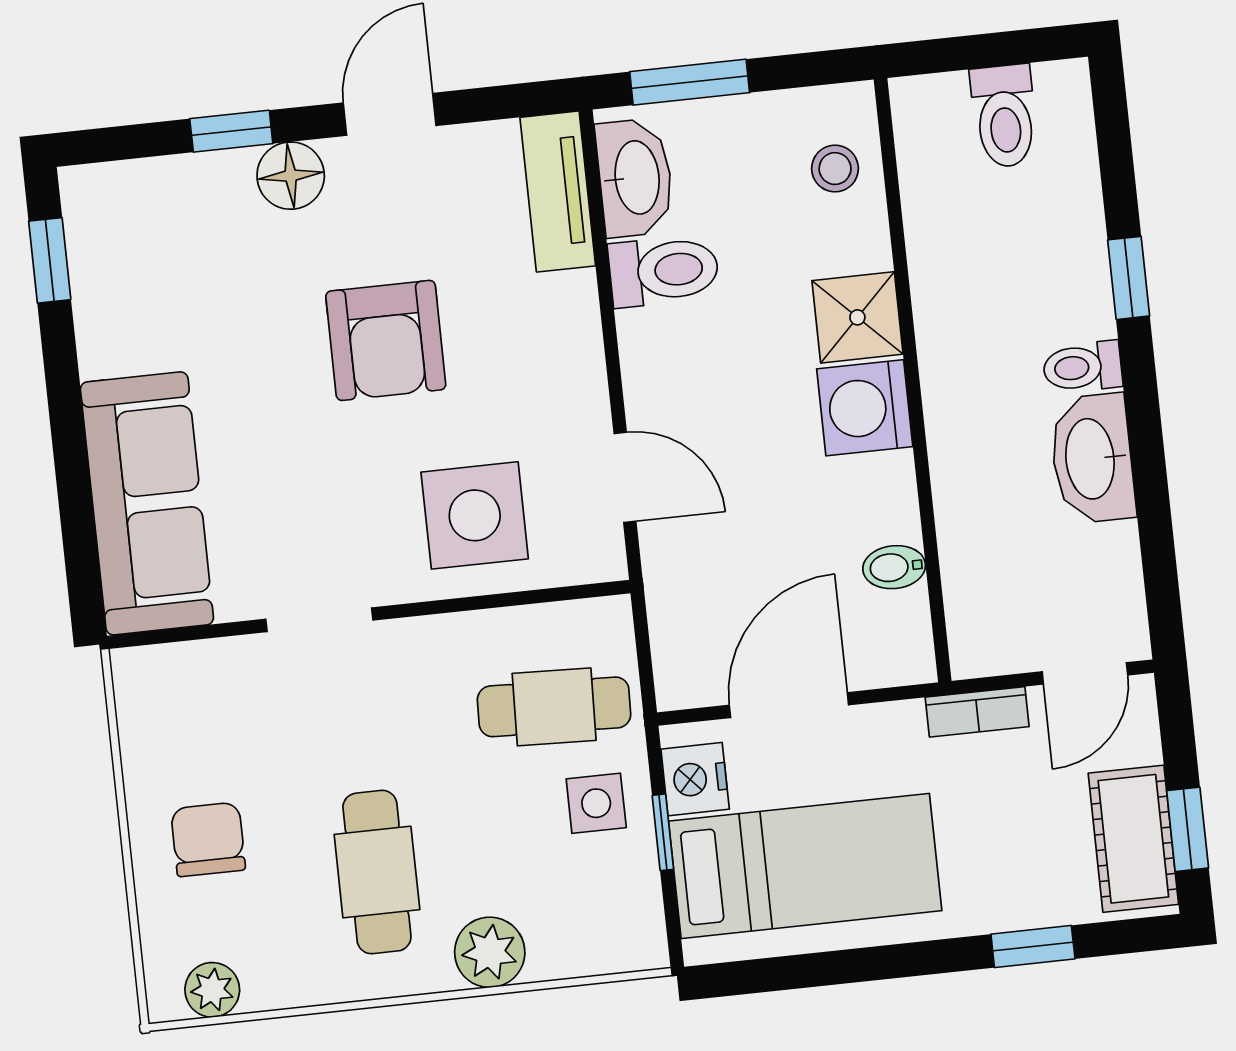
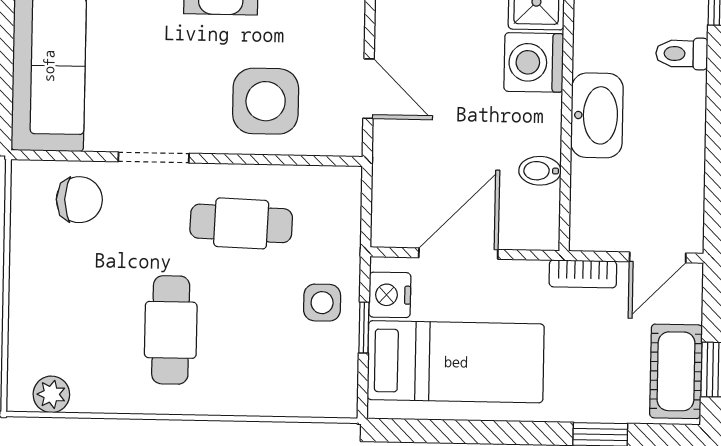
washbasin: (1092, 459) -> (597, 115), moved, turned 180
cafe table: (554, 707) -> (241, 223), moved
chair: (208, 839) -> (79, 200), moved, turned 90
plant: (490, 952) -> (239, 393), removed

